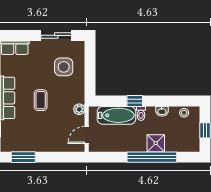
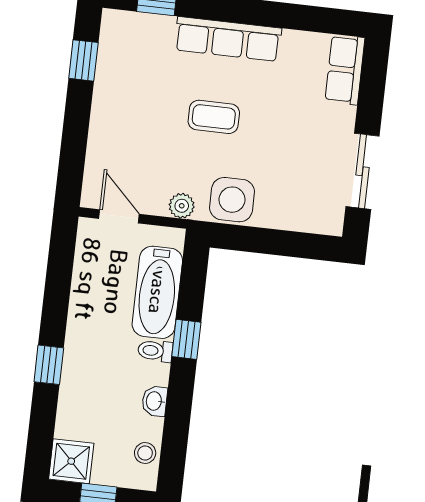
side table: (64, 67) -> (232, 200), moved
shower: (156, 143) -> (71, 461), moved
window: (23, 157) -> (83, 60), width x0.67
window: (152, 157) -> (49, 365), width x0.32

